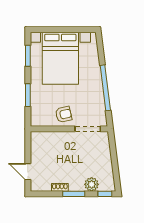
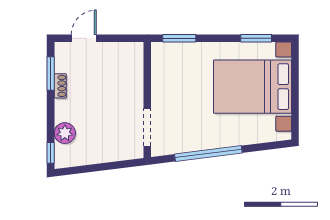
window: (28, 95) -> (179, 38), moved
armchair: (64, 114) -> (169, 91), removed
window: (74, 194) -> (51, 73), moved

